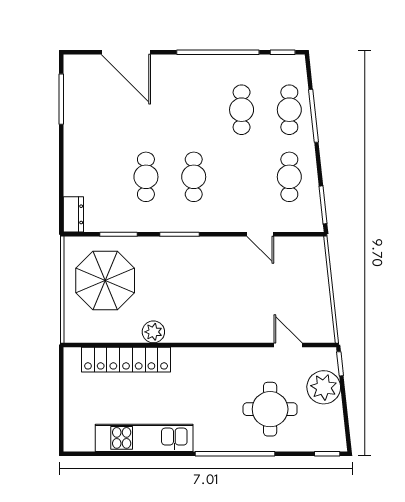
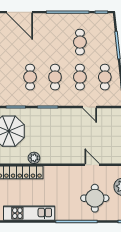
cafe table: (289, 110) -> (80, 77), moved
door: (288, 345) -> (92, 165), moved

